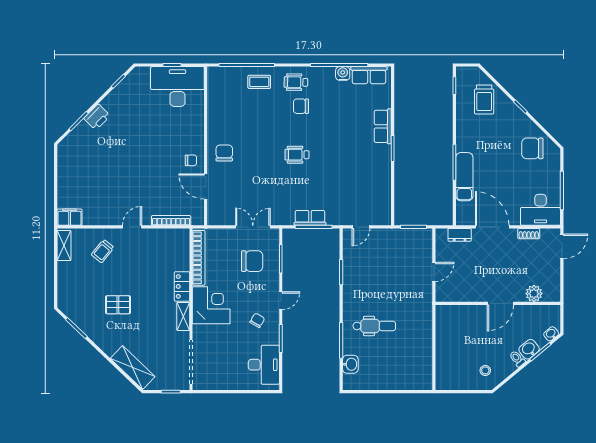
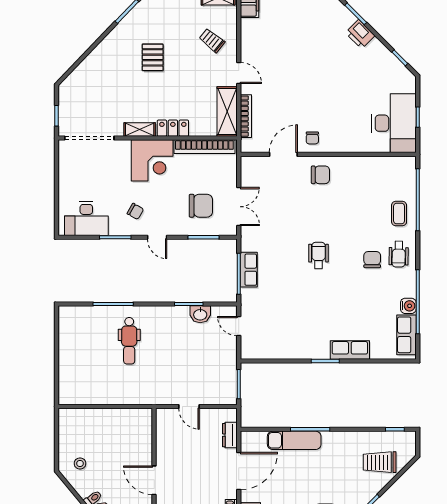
wheelchair: (296, 82) -> (399, 254), turned 180
chair: (252, 261) -> (201, 206), turned -90
washbasin: (350, 364) -> (200, 314), moved
shelving: (133, 367) -> (227, 112), moved, turned -44

